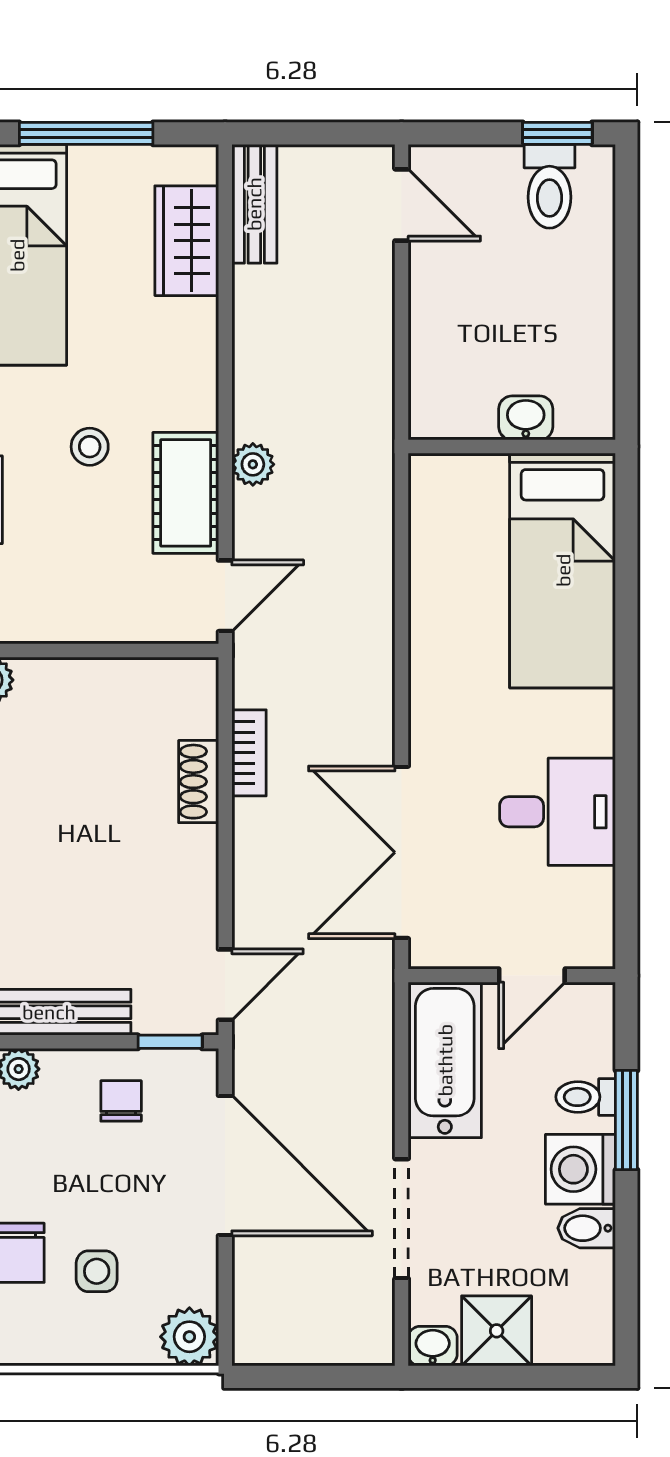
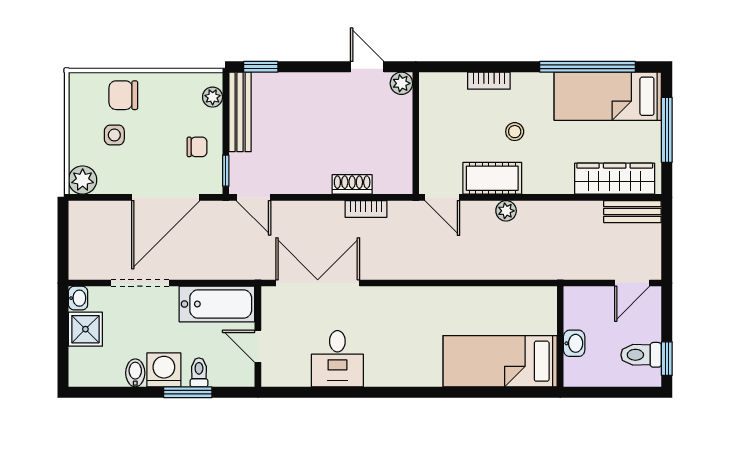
wardrobe: (187, 241) -> (615, 179), width x1.50
washbasin: (526, 418) -> (574, 343), moved
wall: (512, 446) -> (560, 337), moved
bed: (563, 570) -> (500, 361), moved

